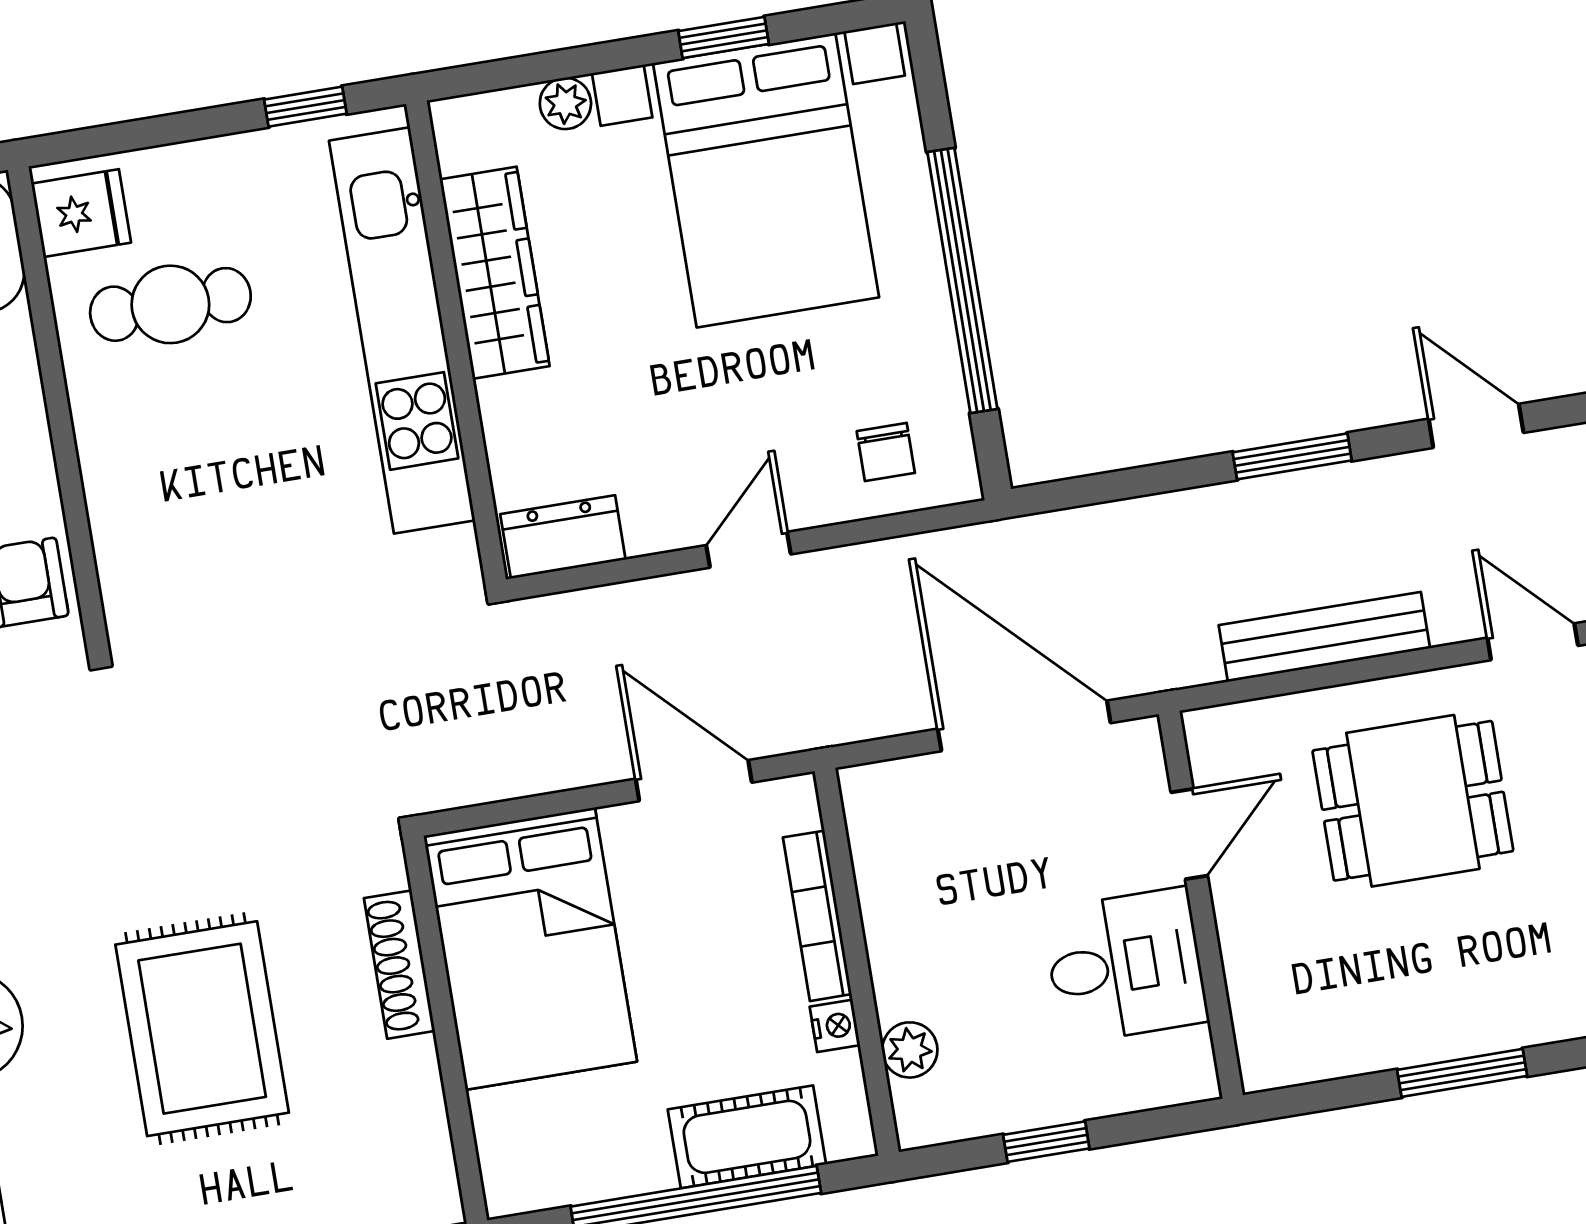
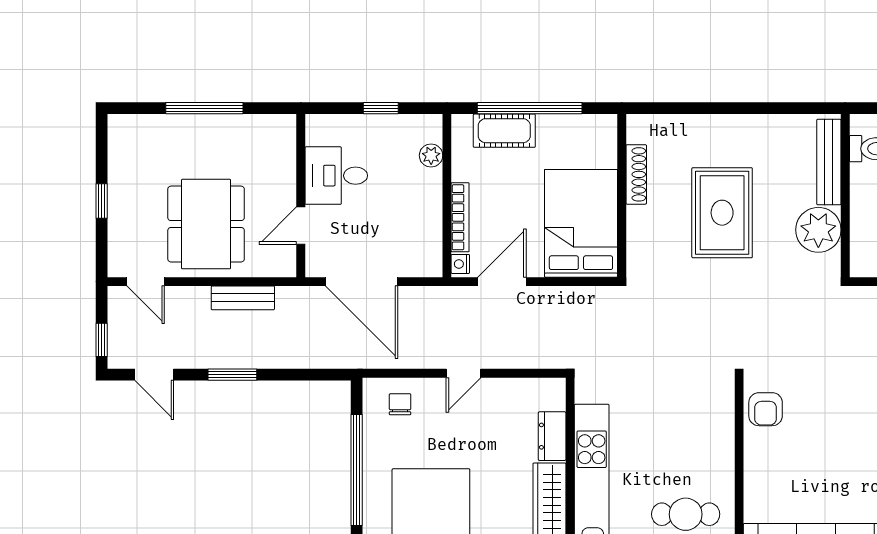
dresser: (563, 537) -> (552, 436), moved, turned 90
bench: (1324, 637) -> (243, 298), width x0.73
door: (694, 781) -> (502, 282), swing flipped
dining table: (1413, 801) -> (206, 224), width x1.38
shoe rack: (399, 965) -> (636, 174), moved
nightstand: (835, 1026) -> (460, 264), moved
window: (1462, 1073) -> (204, 108), width x1.44

